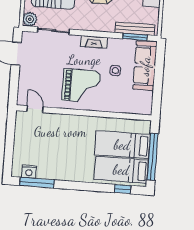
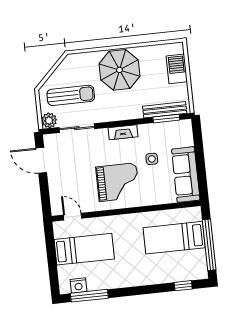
sofa: (145, 66) -> (186, 175), moved
bed: (121, 170) -> (84, 249), moved, turned 180

